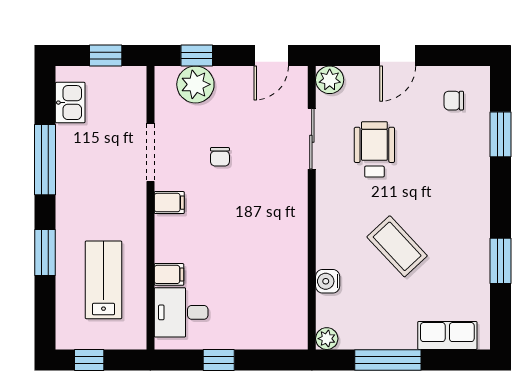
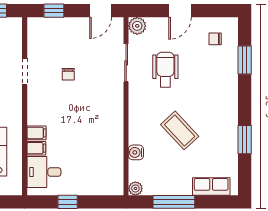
plant: (195, 84) -> (53, 29), removed
doorway: (150, 152) -> (25, 72), width x0.73
filing cabinet: (169, 203) -> (36, 133), moved

